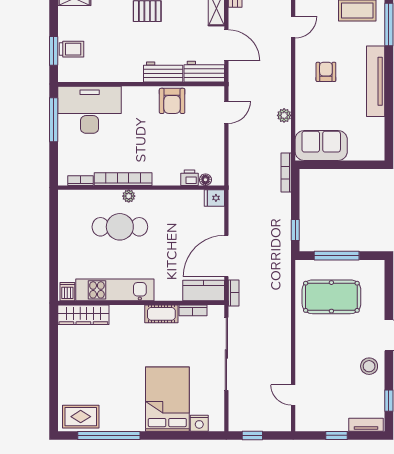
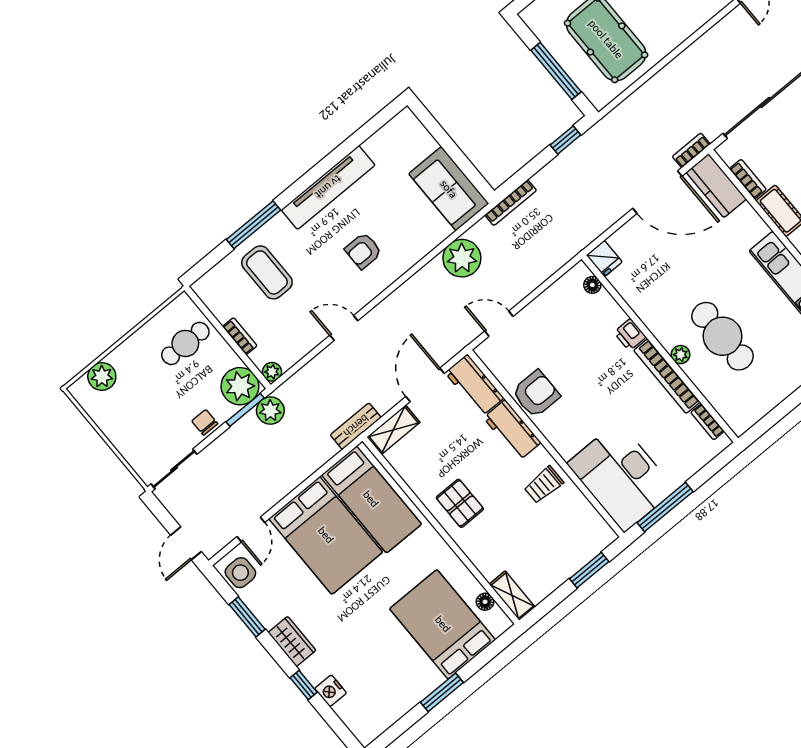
trolley: (72, 49) -> (544, 485), moved, turned -90
plant: (284, 115) -> (462, 258), width x1.87, depth x1.87
printer: (190, 178) -> (630, 335), moved

